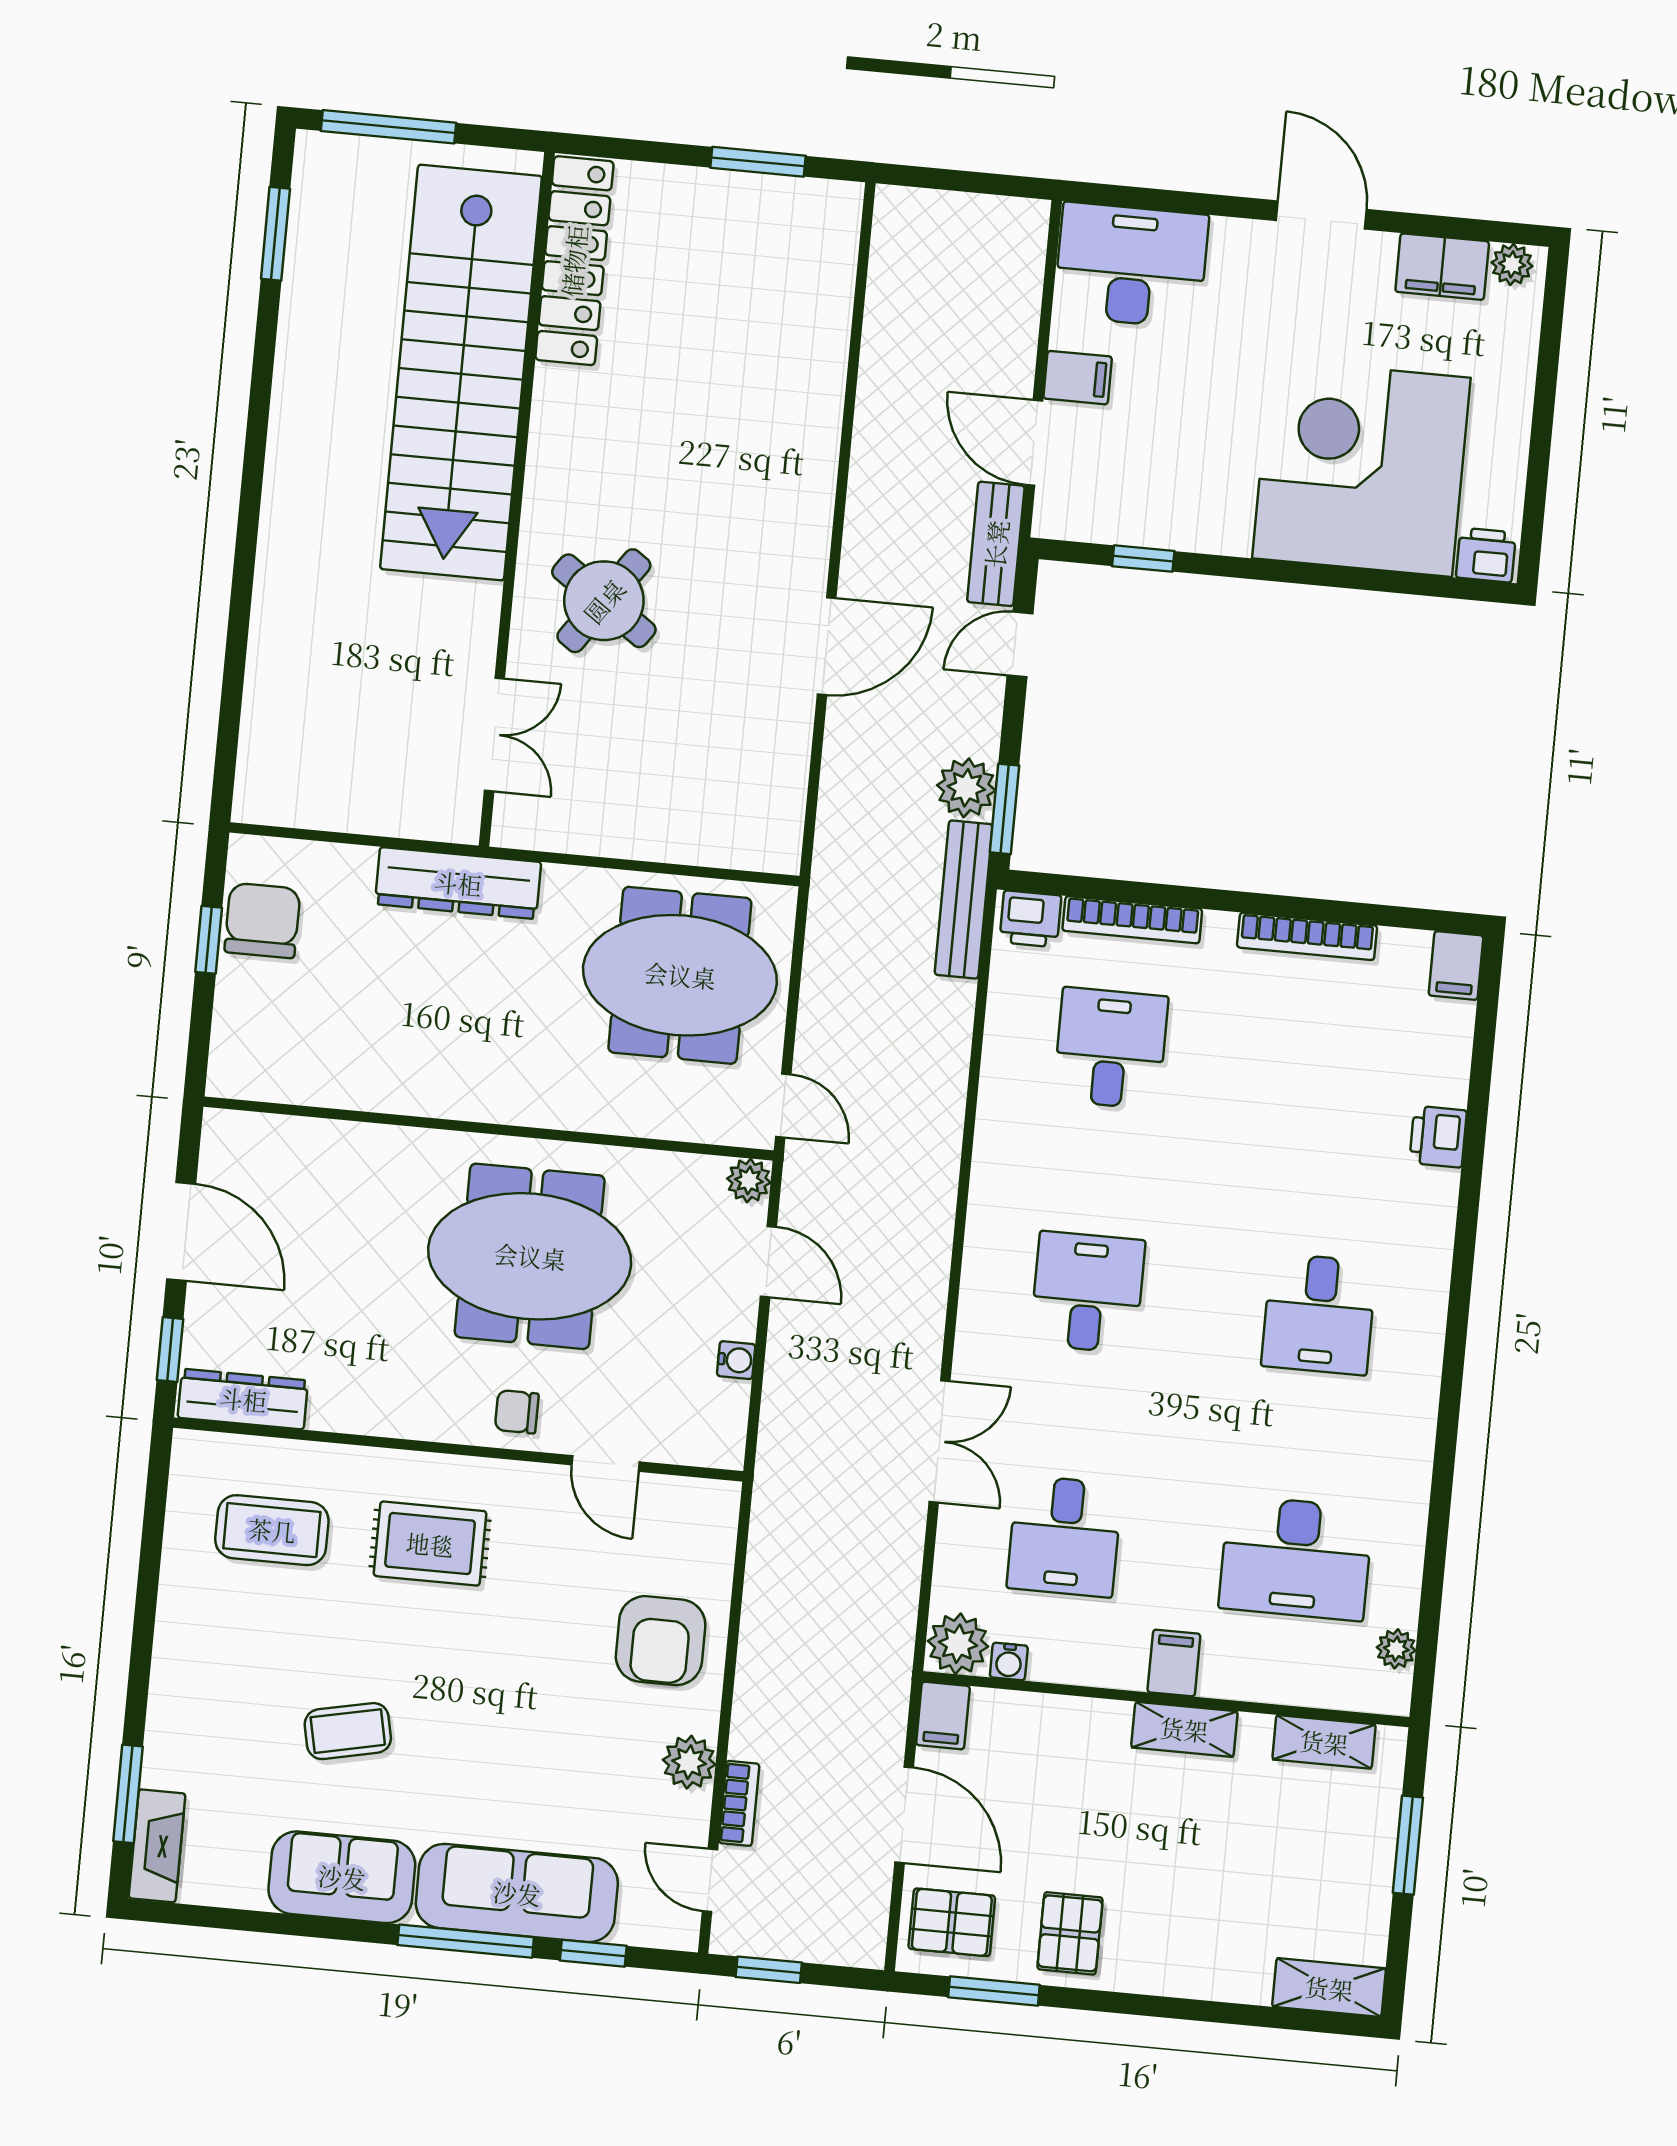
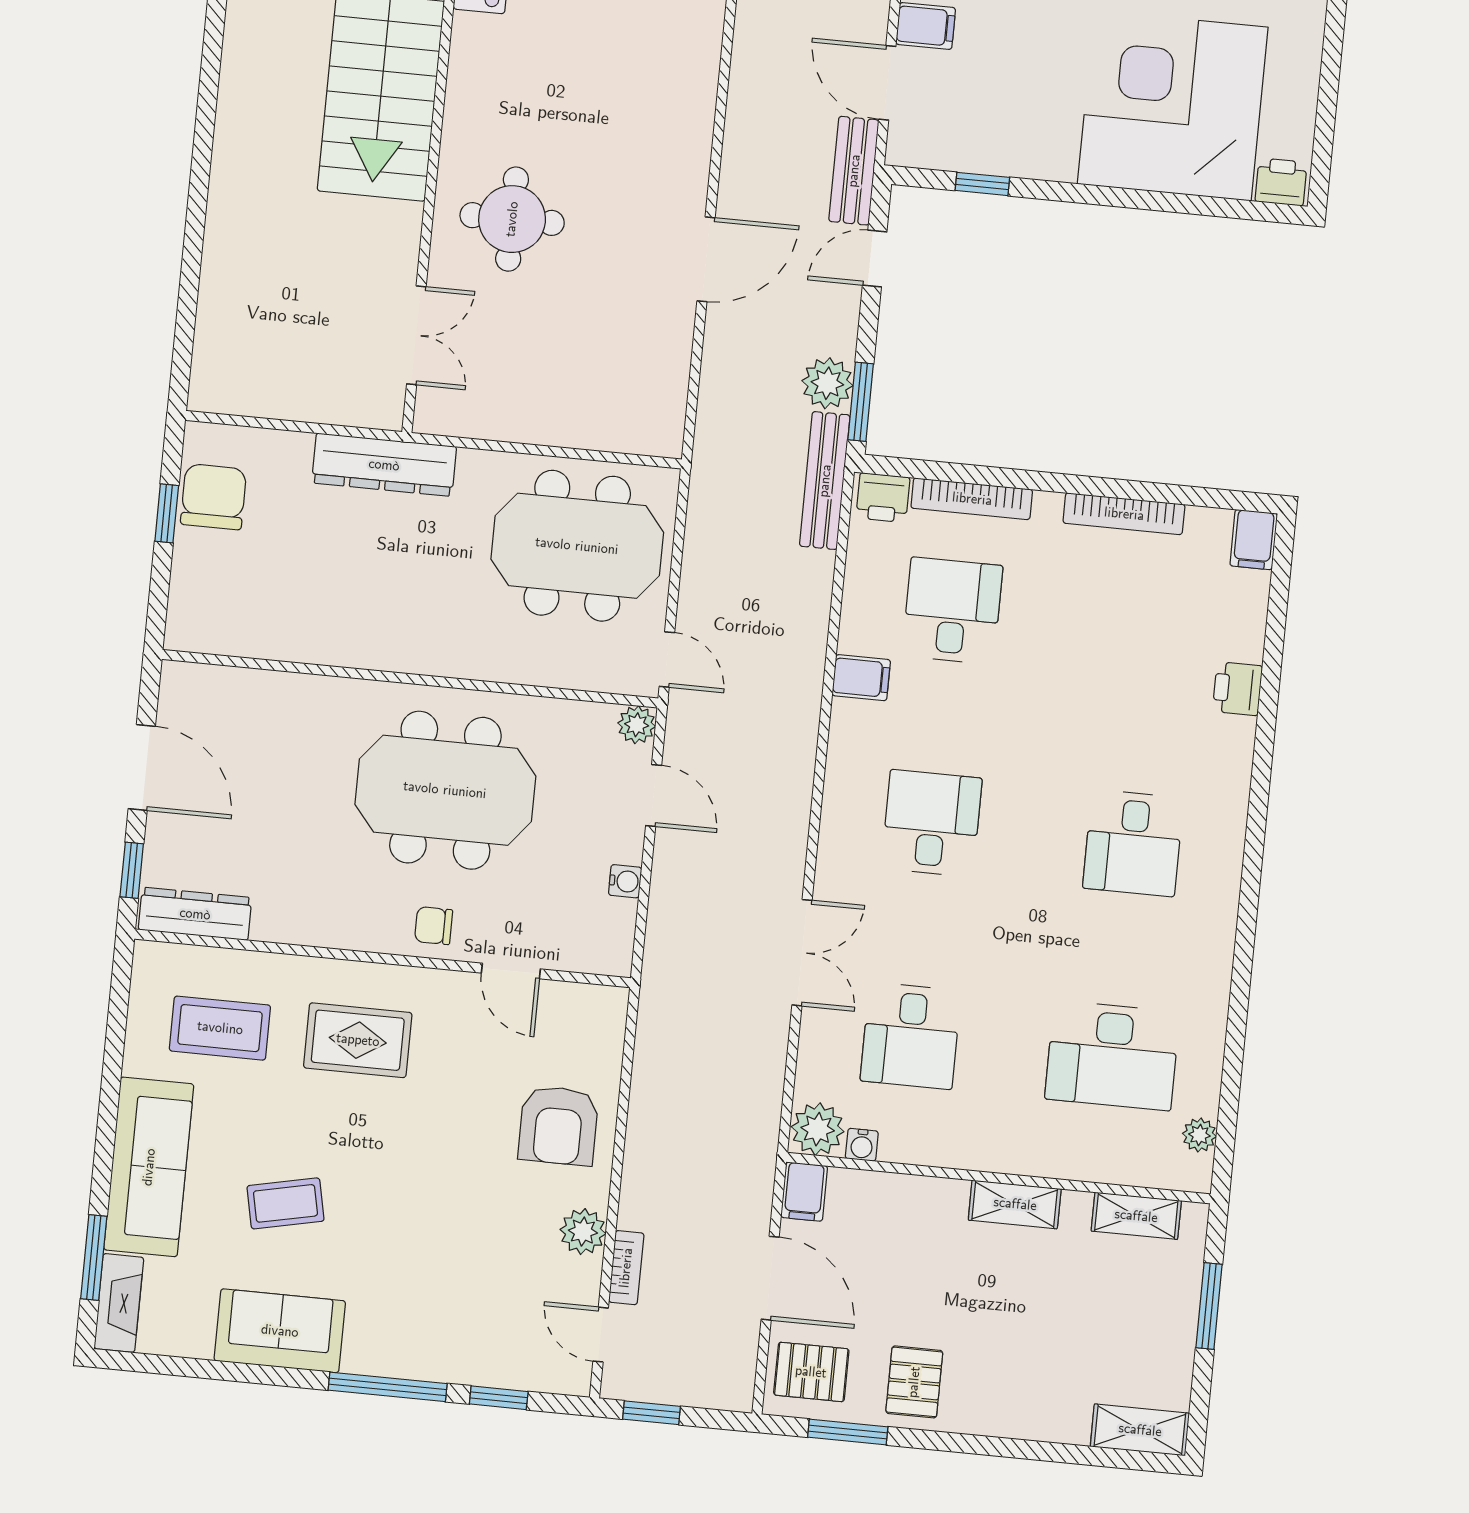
round table: (604, 601) -> (512, 219), turned -35
filing cabinet: (1174, 1663) -> (861, 678), moved, turned 90
sofa: (517, 1893) -> (149, 1167), moved, turned 90

